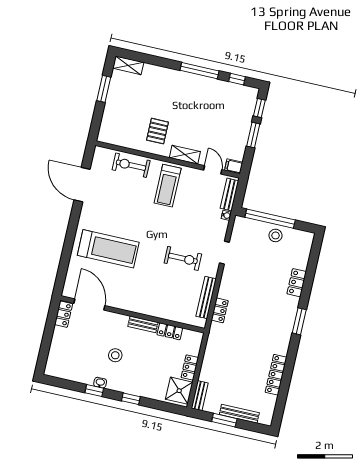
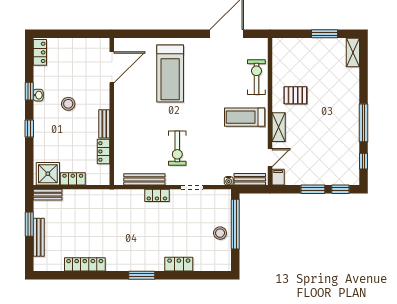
locker: (220, 310) -> (157, 195), moved
locker: (64, 314) -> (40, 52), moved, turned -90

